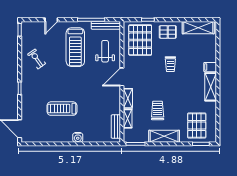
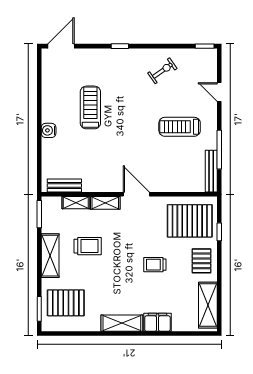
treadmill: (75, 47) -> (180, 127), width x0.73, depth x0.73
weight bench: (105, 51) -> (174, 170), removed
filing cabinet: (210, 67) -> (157, 322), width x2.00

